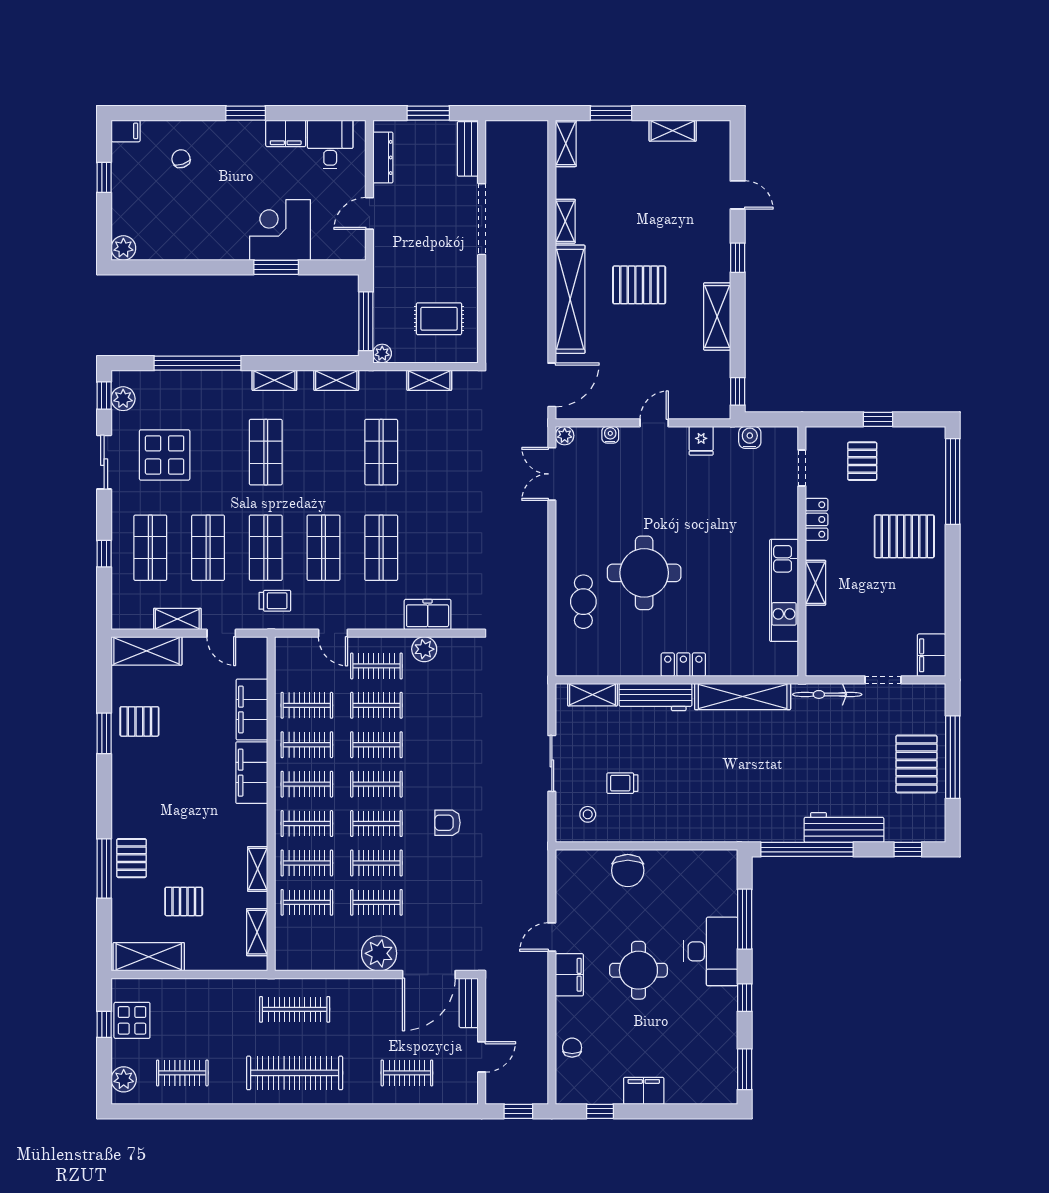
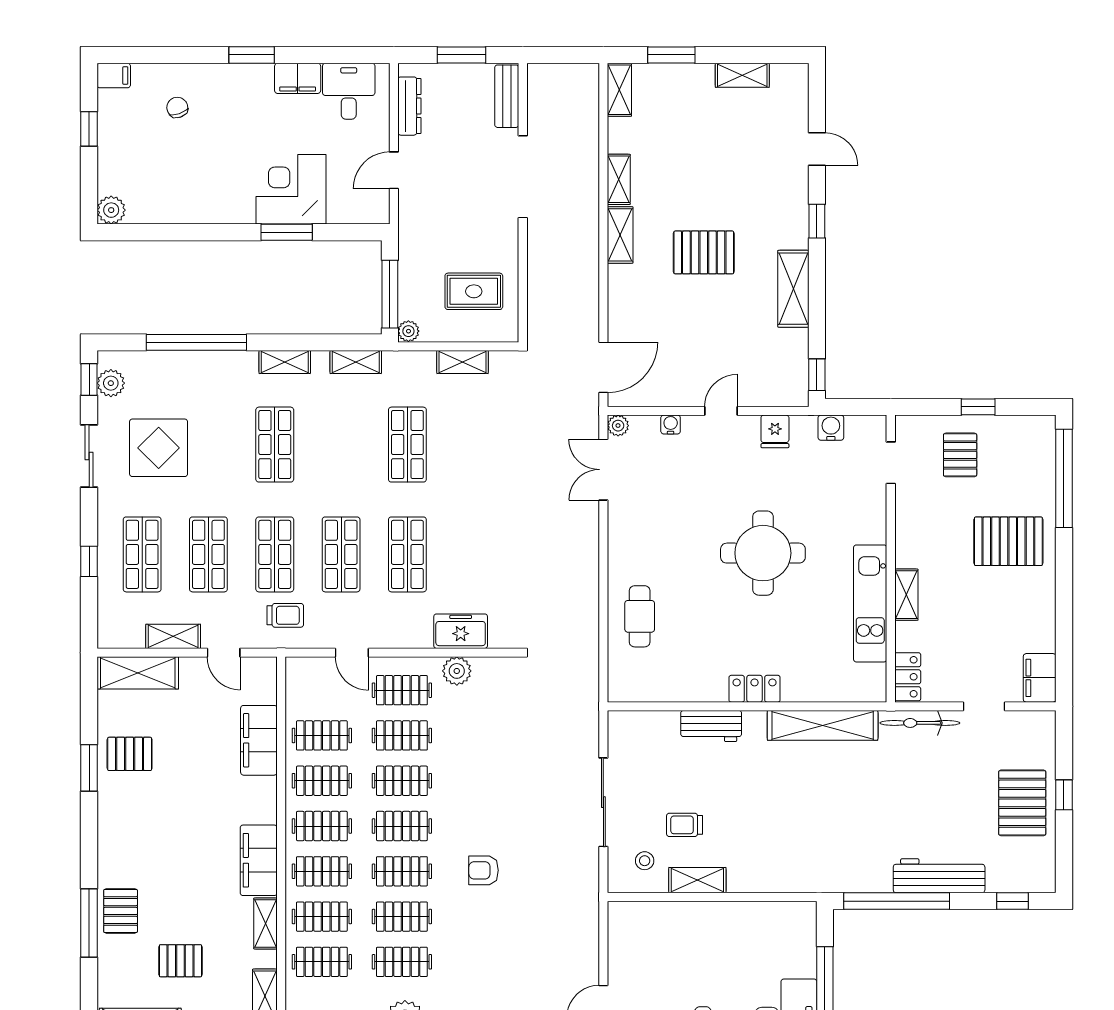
shelving: (570, 299) -> (620, 235), width x0.45, depth x0.75
locker: (817, 519) -> (908, 677), moved
round table: (644, 573) -> (763, 553), moved
shelving: (593, 695) -> (697, 880), moved
workbench: (656, 697) -> (711, 726), width x0.73
window: (953, 757) -> (1064, 795), width x0.32
sliding door: (552, 763) -> (603, 802), width x1.37
filing cabinet: (252, 773) -> (259, 860), moved
chair: (628, 870) -> (691, 925), removed

